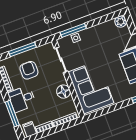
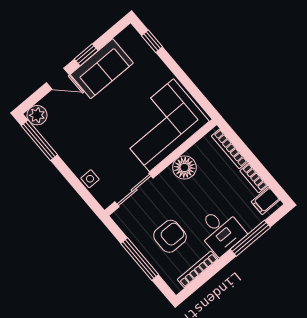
window: (73, 30) -> (39, 140), moved
armchair: (29, 70) -> (170, 236), turned 180

